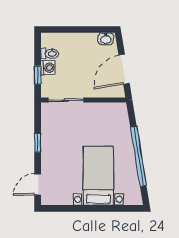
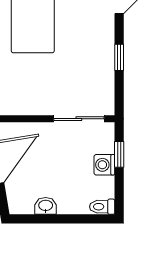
washbasin: (106, 39) -> (46, 206), moved
toilet: (50, 54) -> (102, 207), moved

